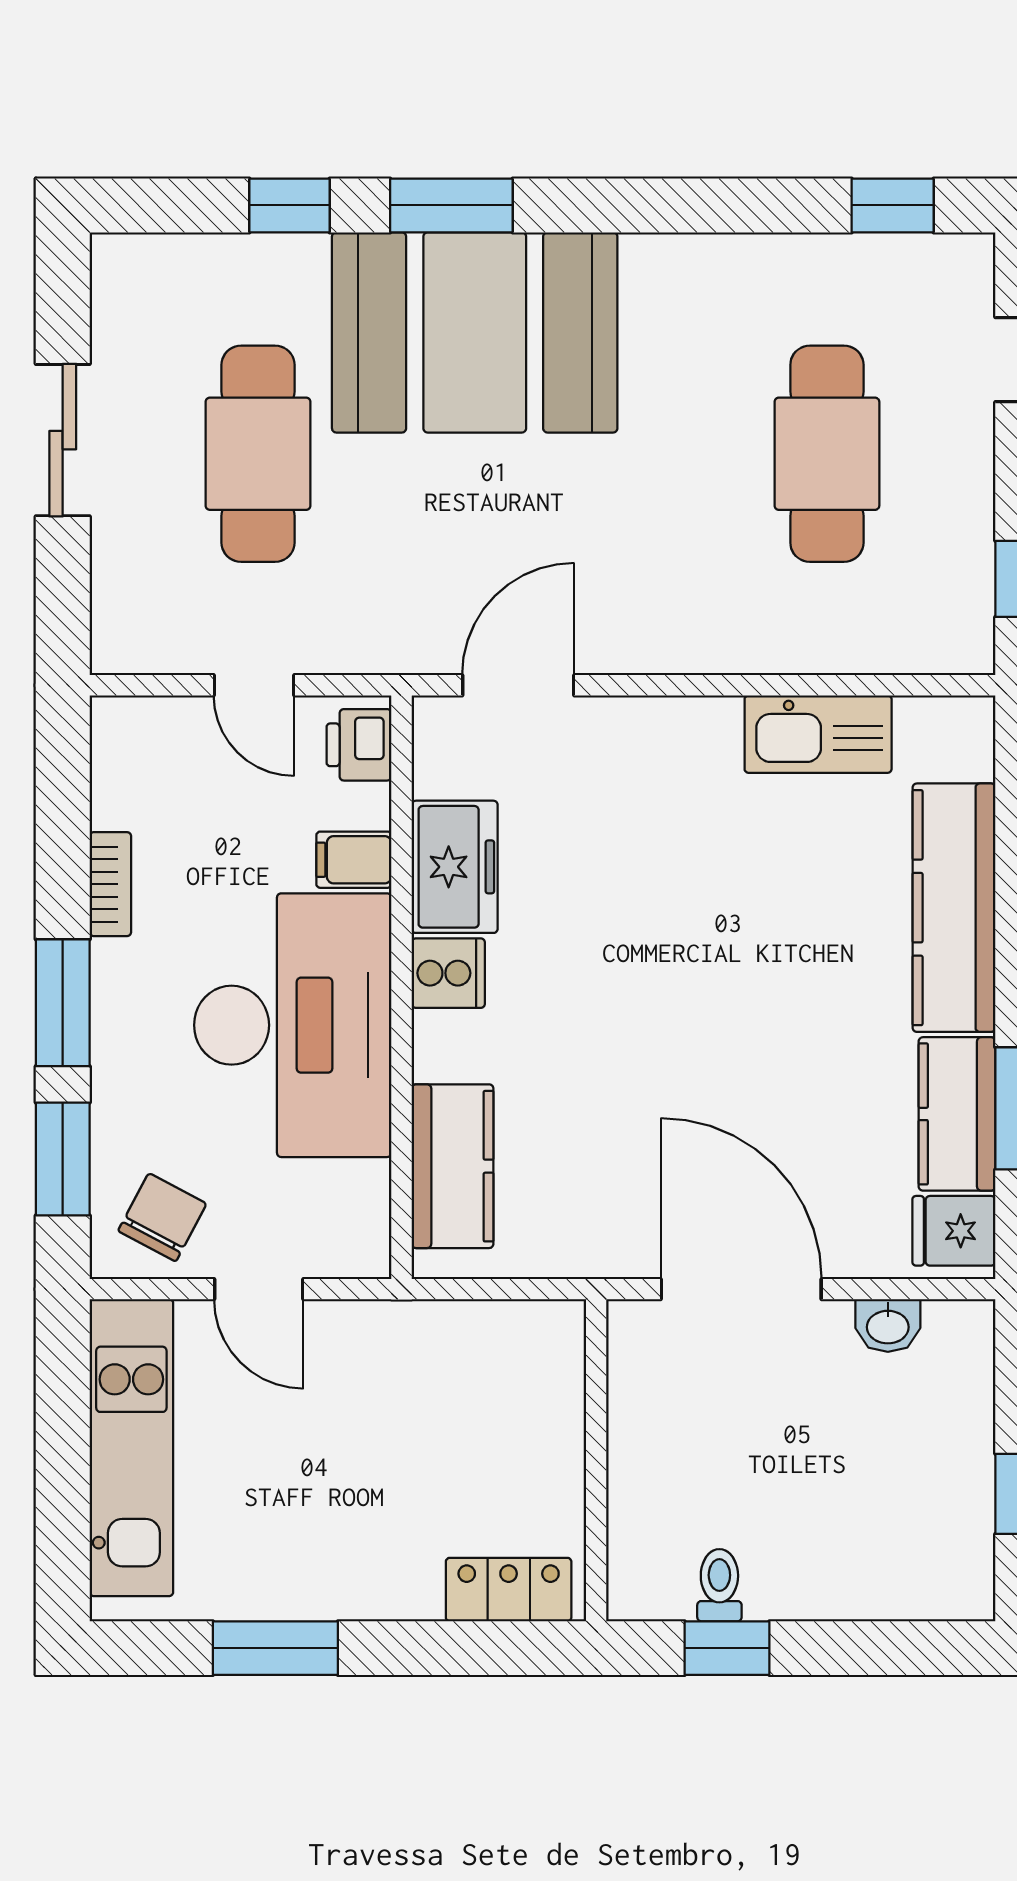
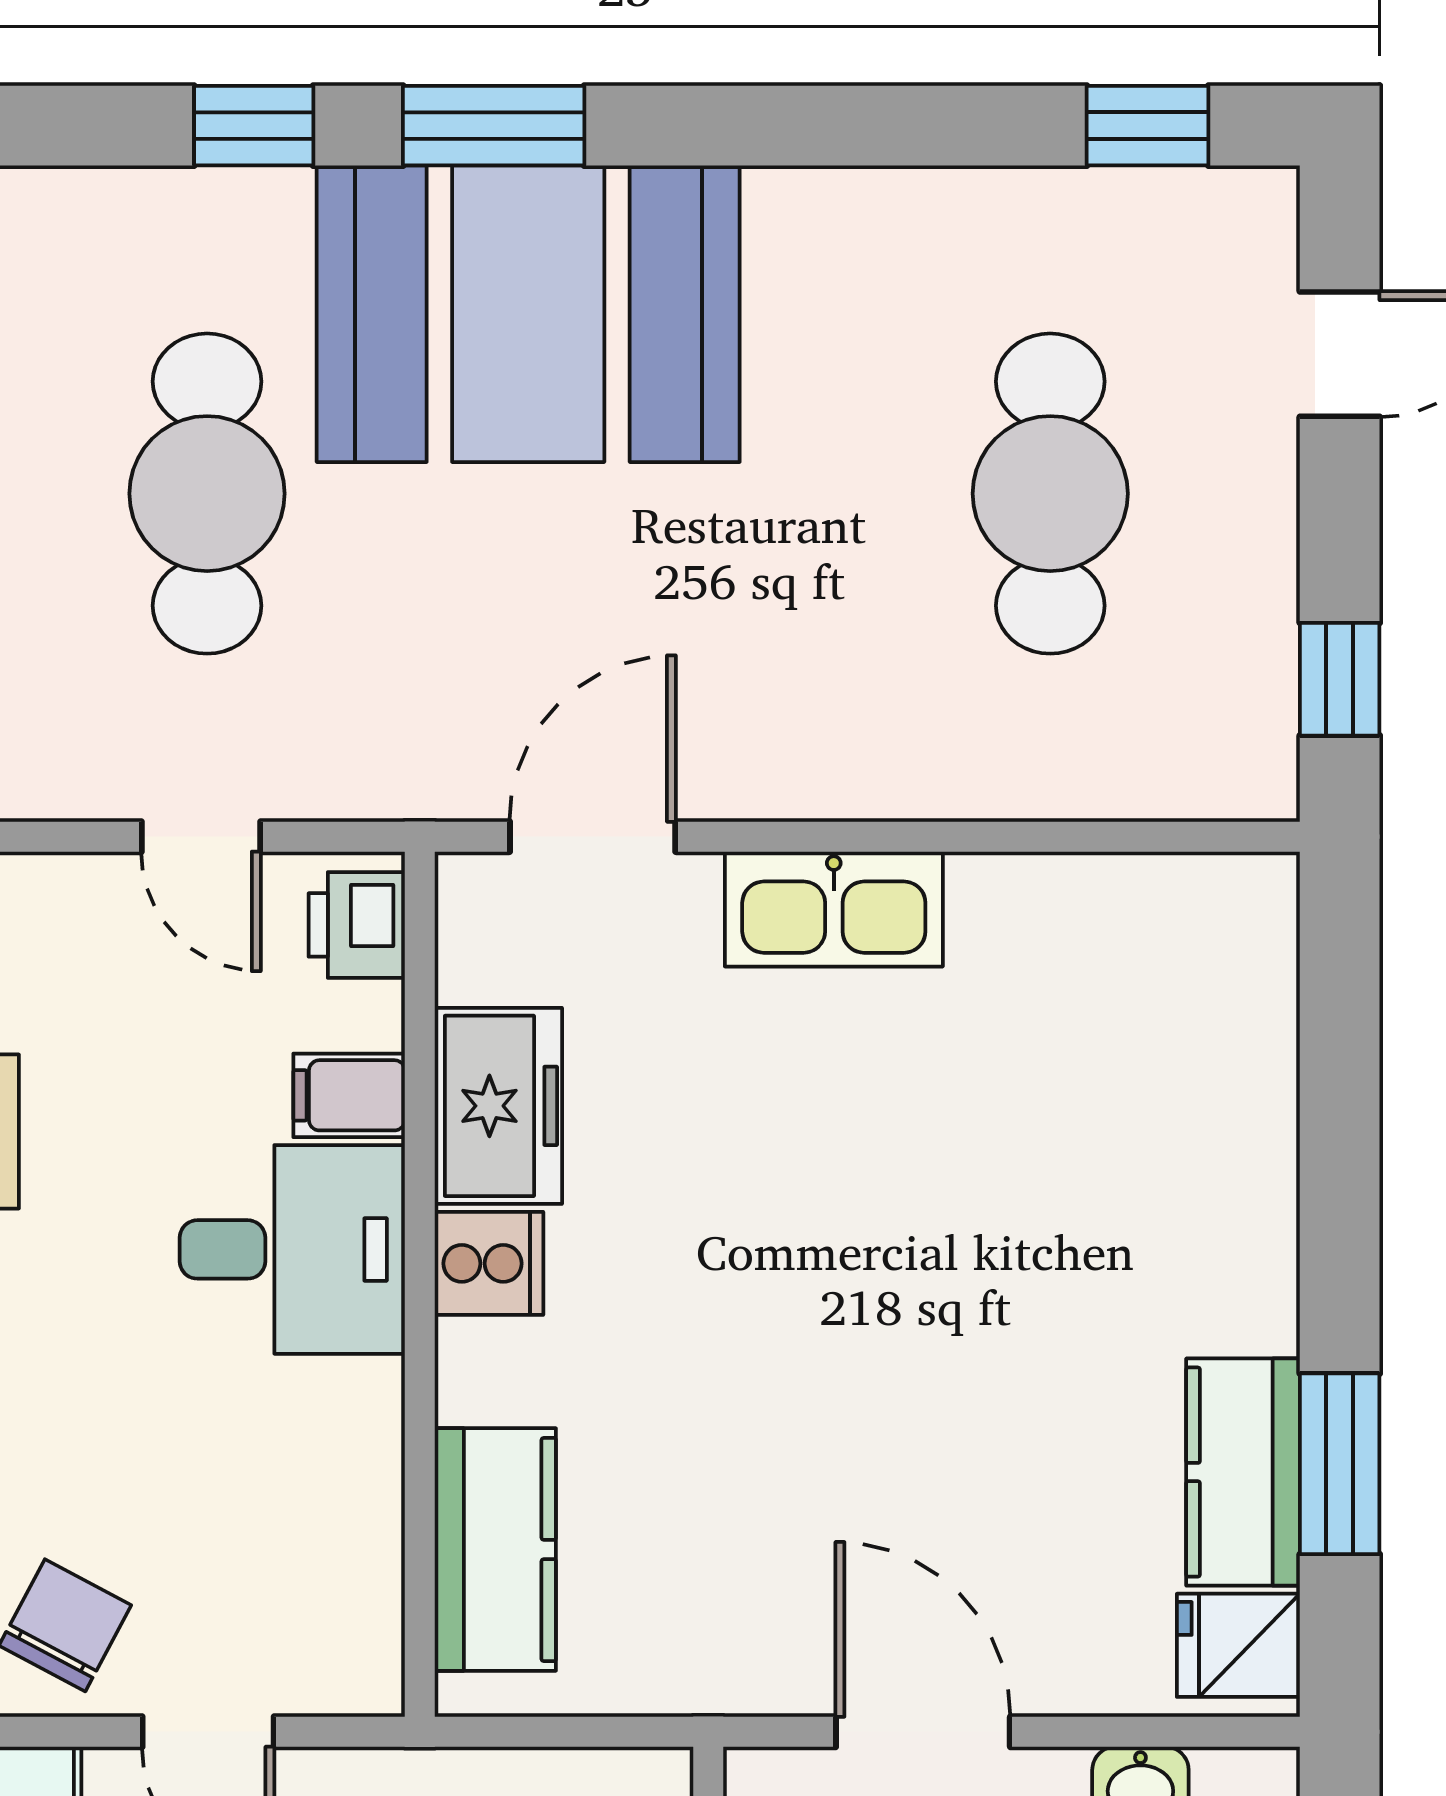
kitchen sink: (818, 734) -> (834, 909), moved
kitchen counter: (954, 908) -> (1239, 1166), removed
desk: (293, 1025) -> (292, 1249), width x0.53, depth x0.77
door: (741, 1289) -> (923, 1732), width x0.73

